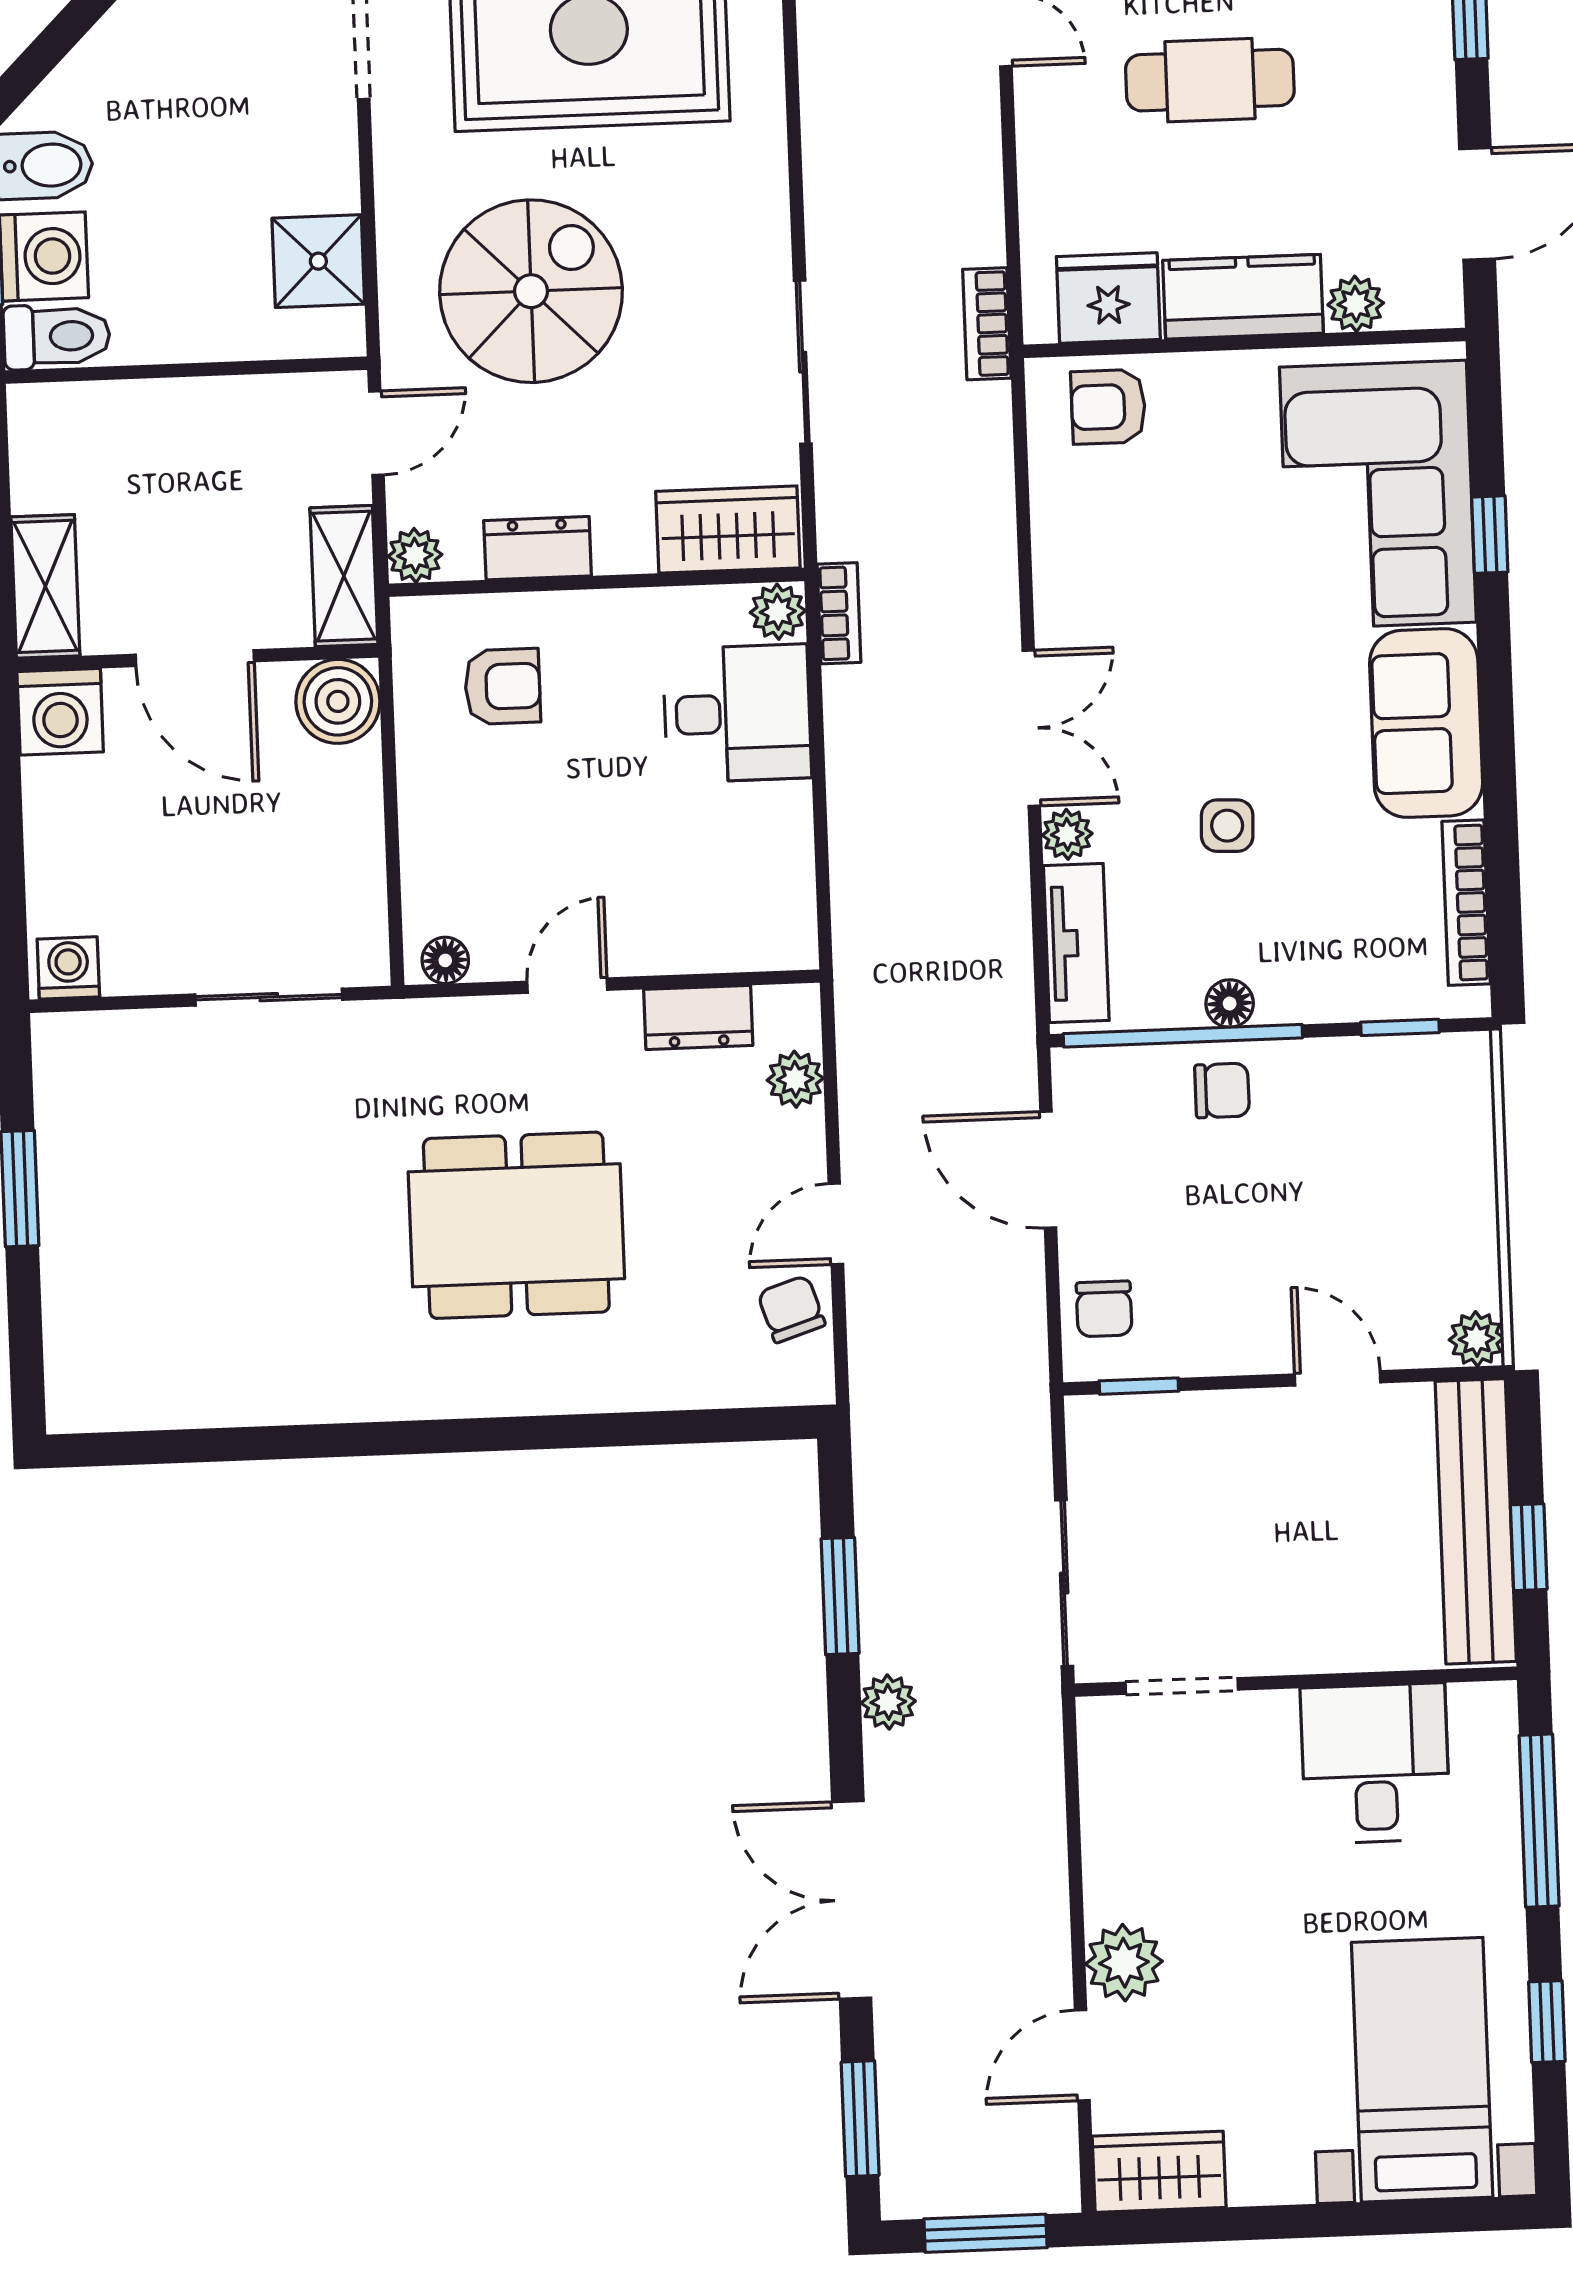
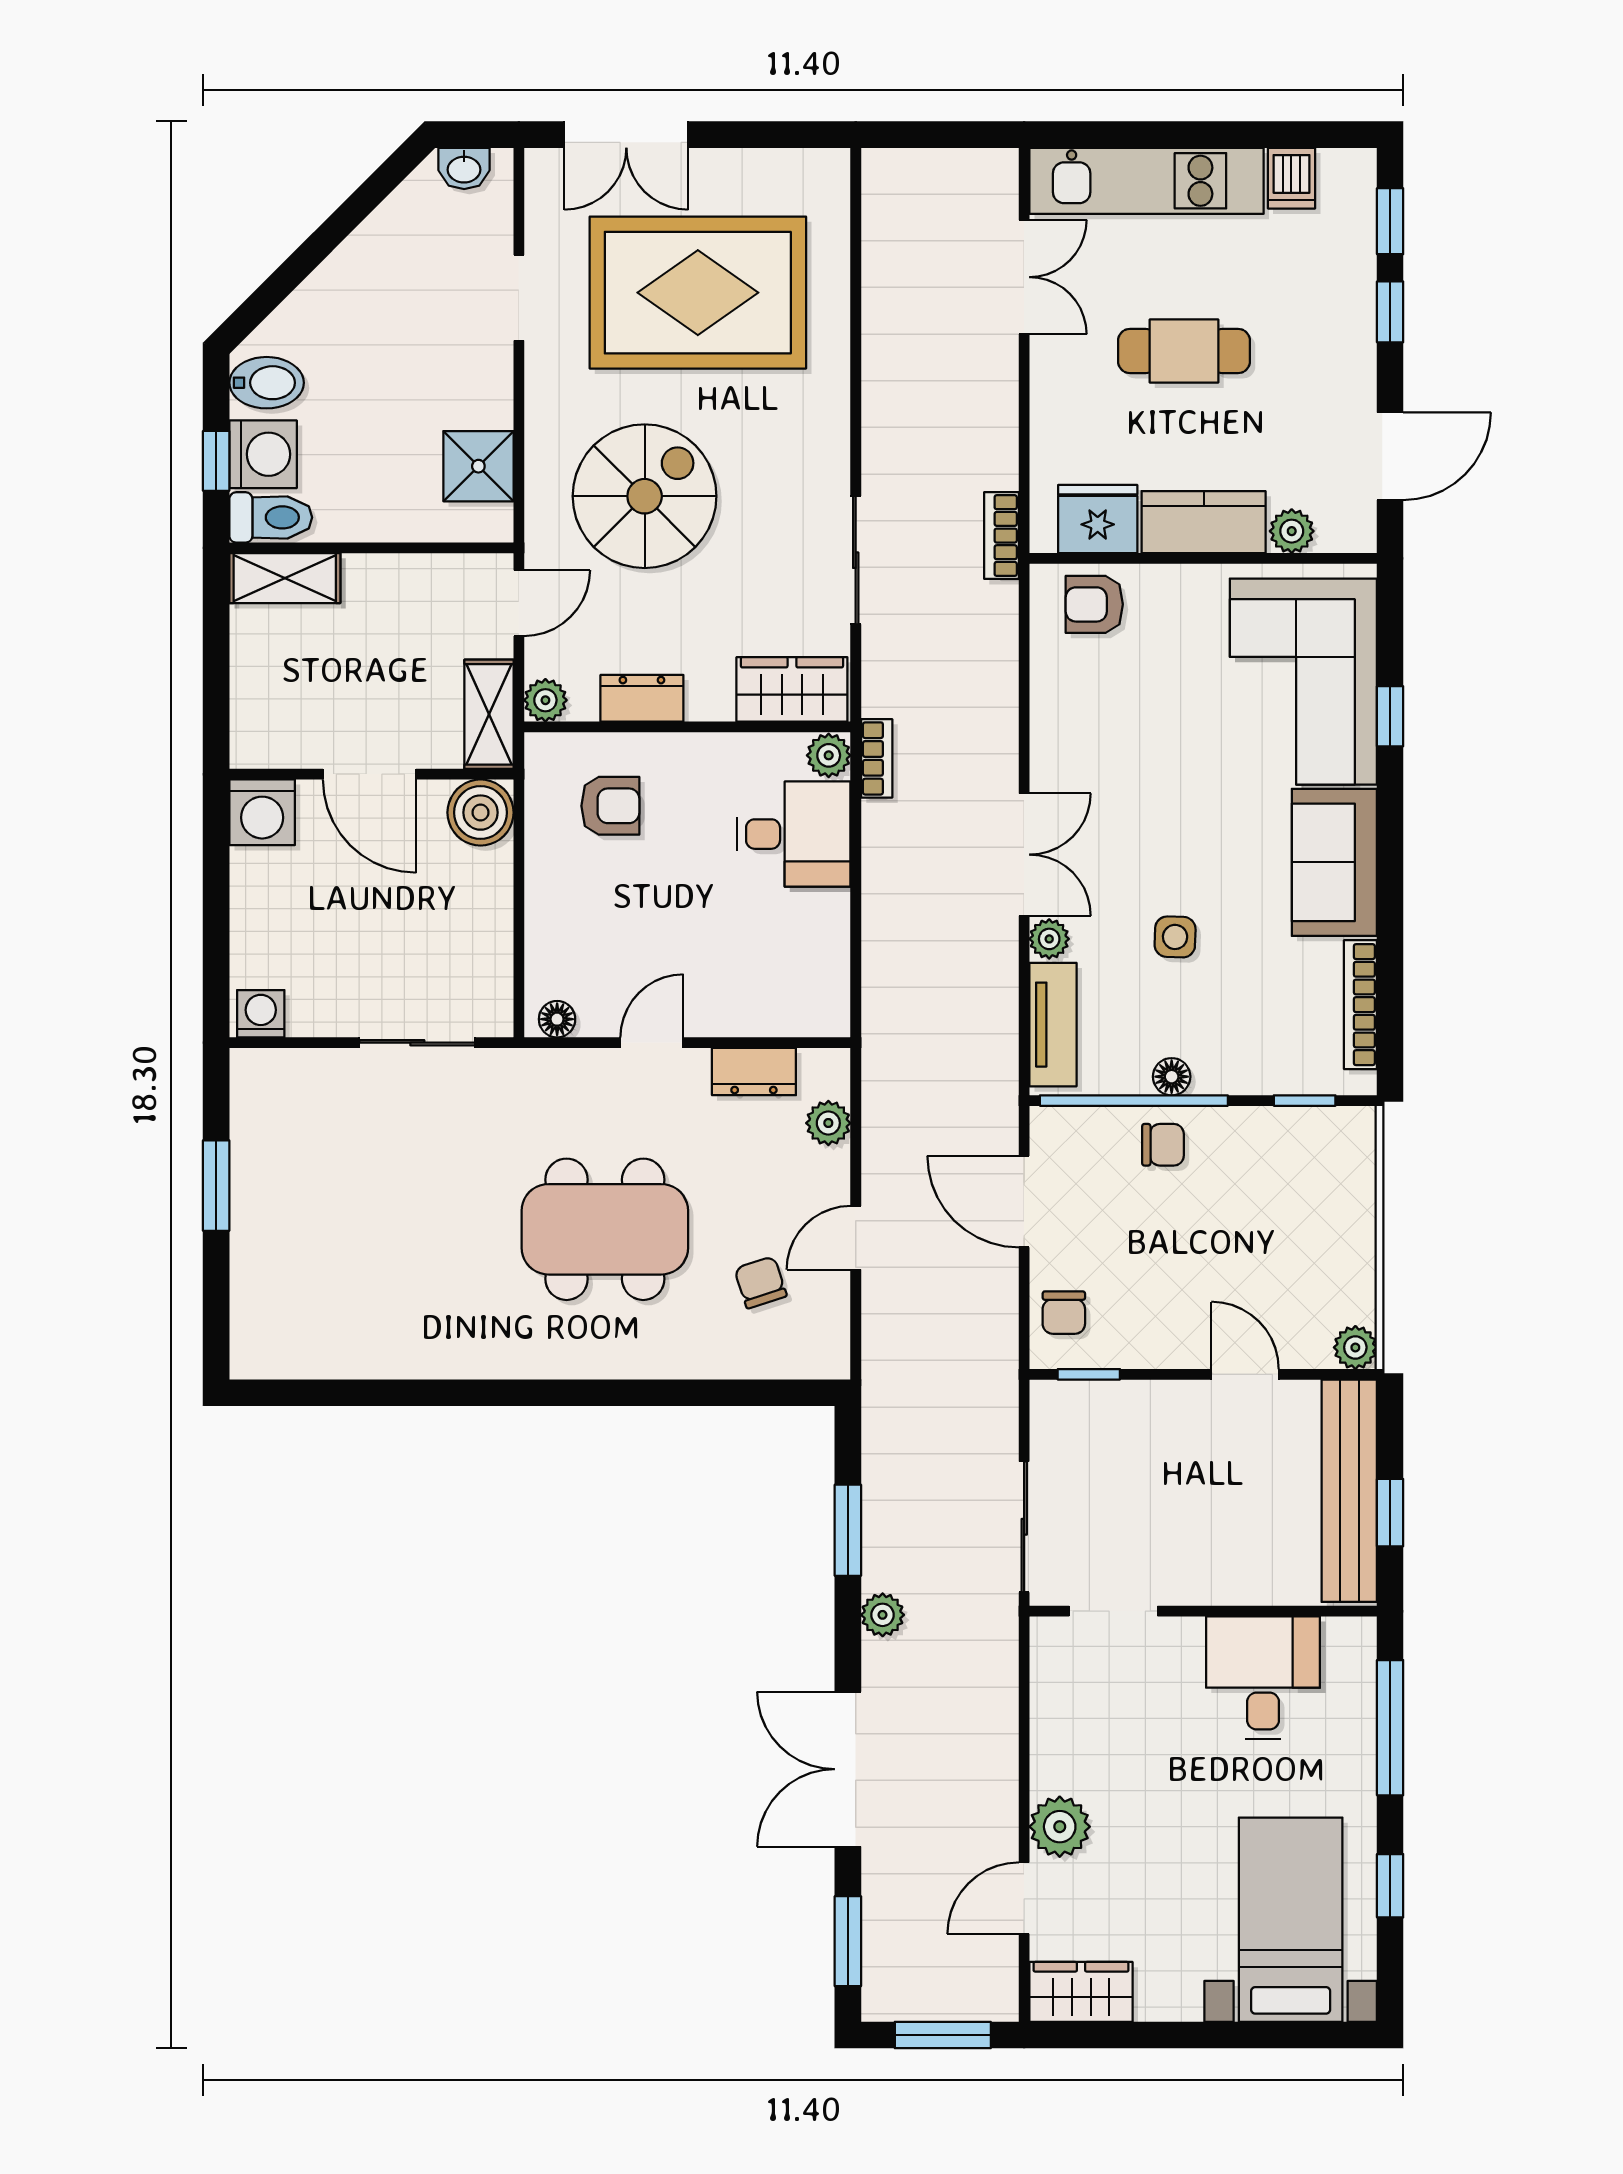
shelving: (45, 586) -> (285, 578), moved, turned 90
chair: (791, 1309) -> (761, 1282), moved

